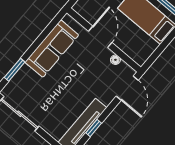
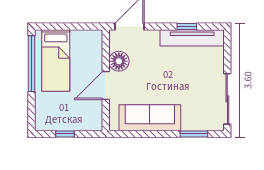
floor lamp: (115, 60) -> (119, 61), width x1.89, depth x1.89

